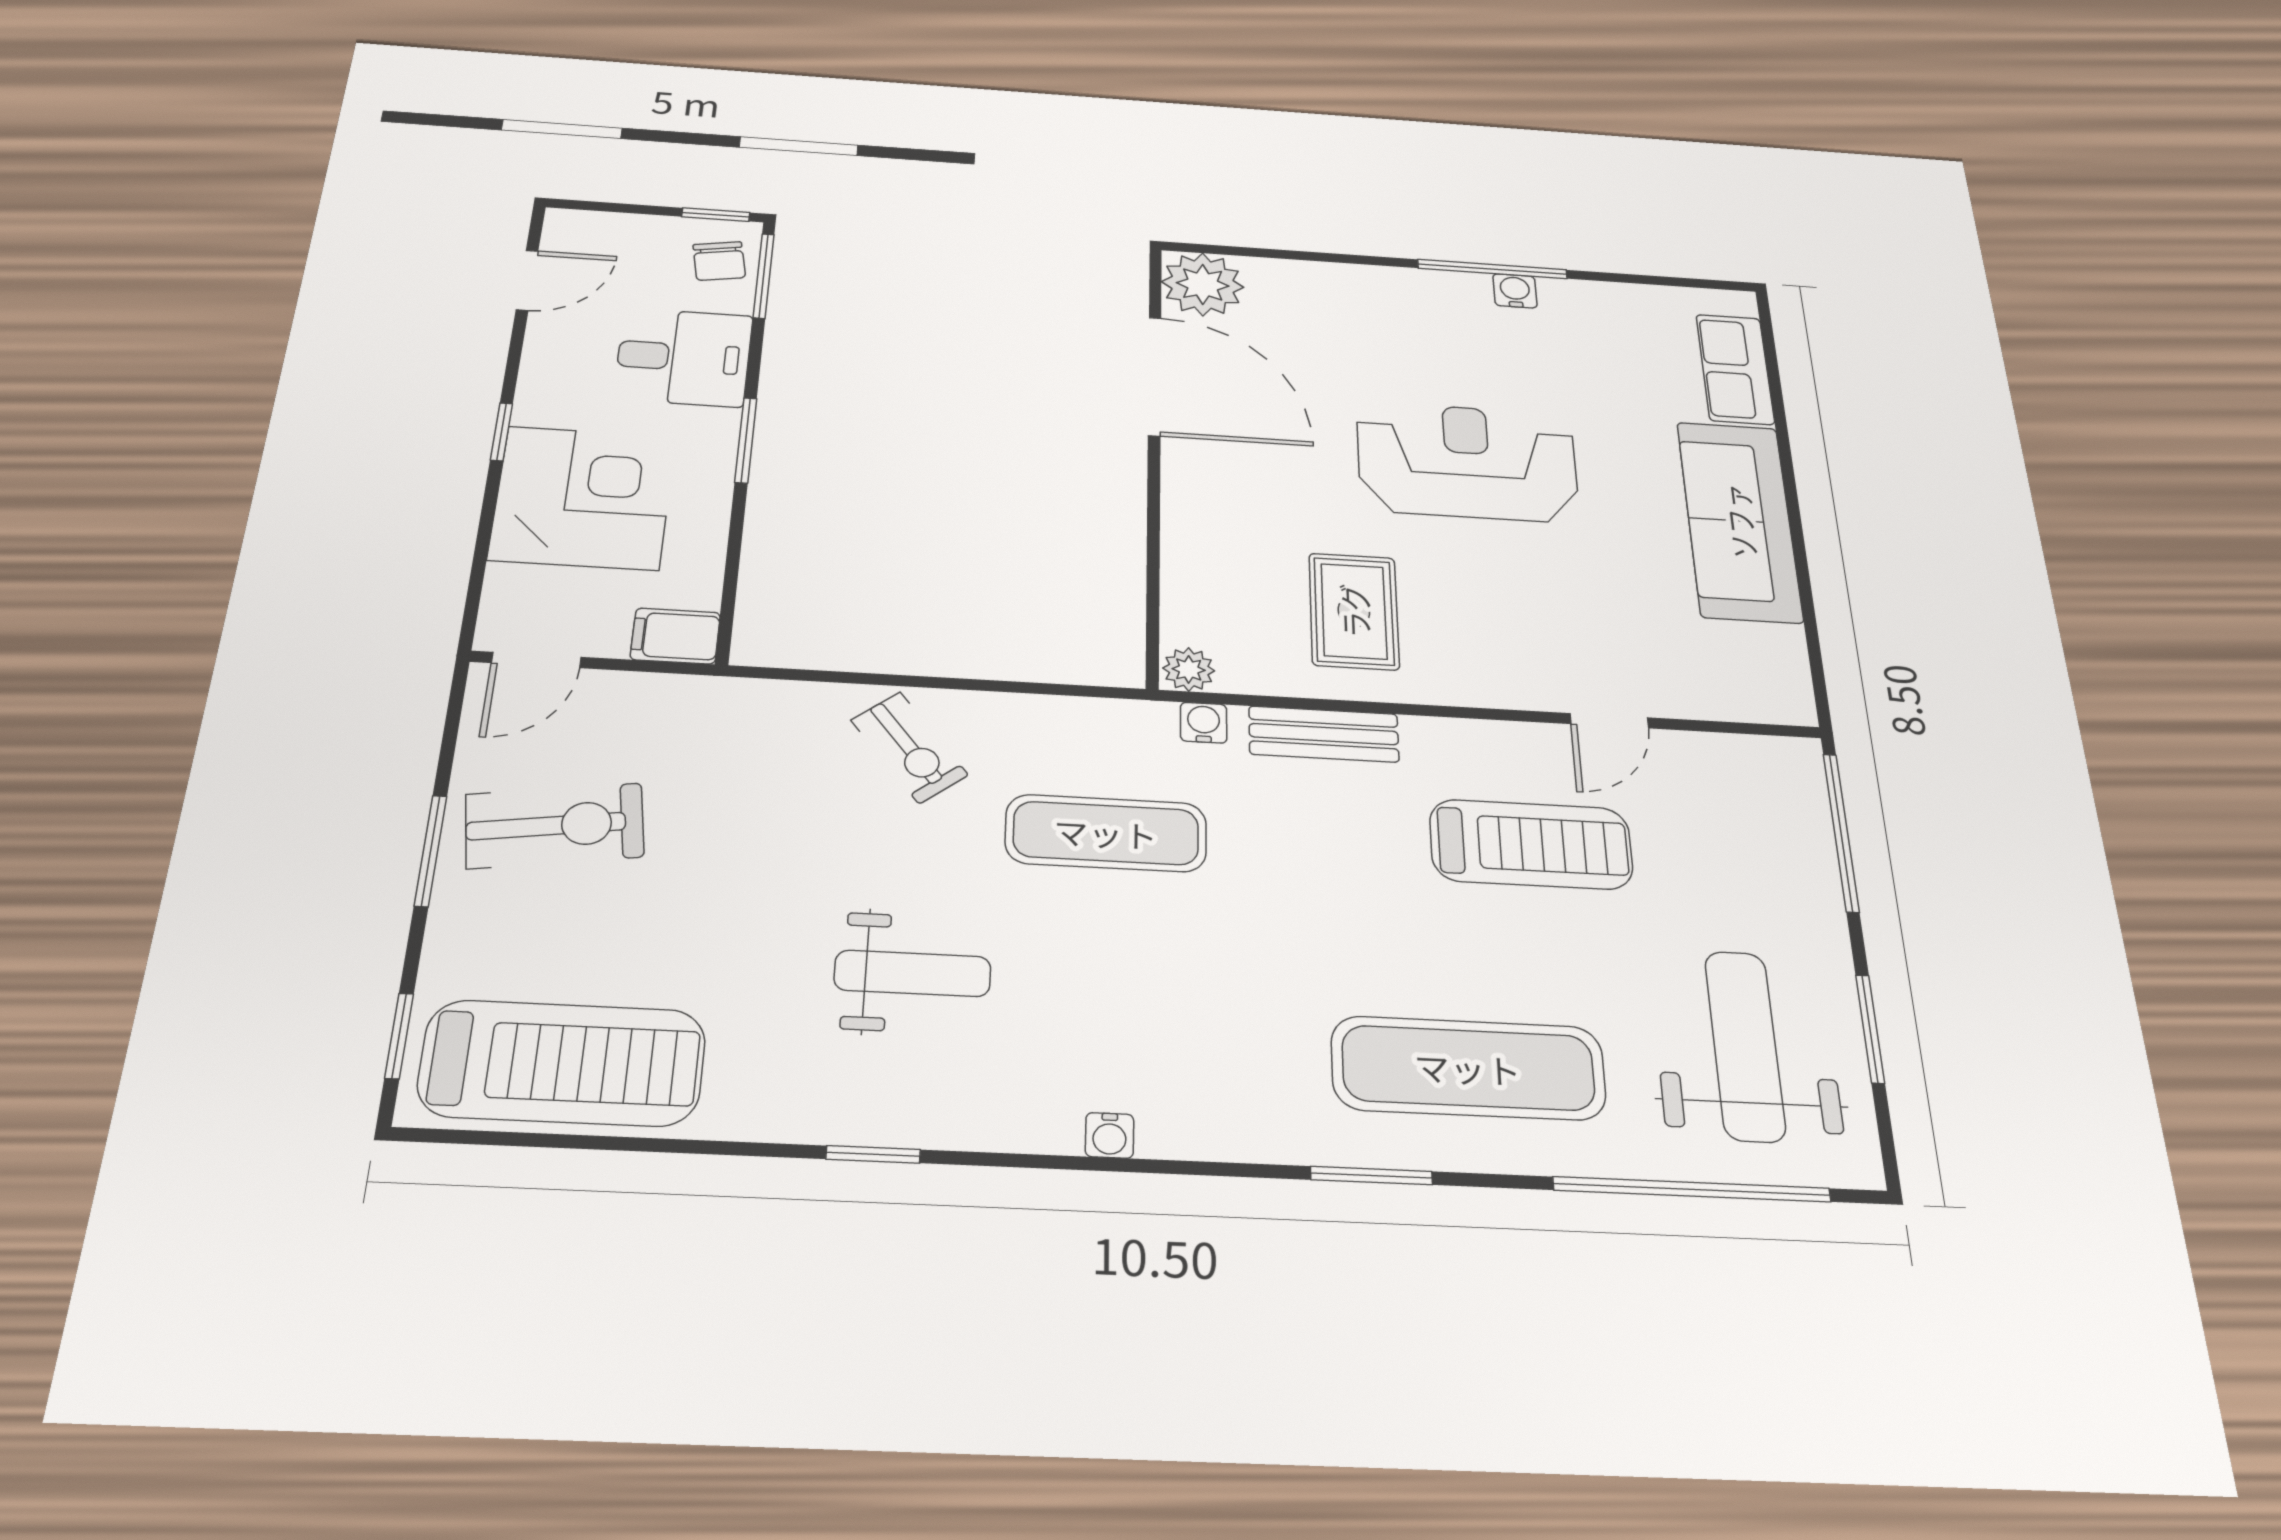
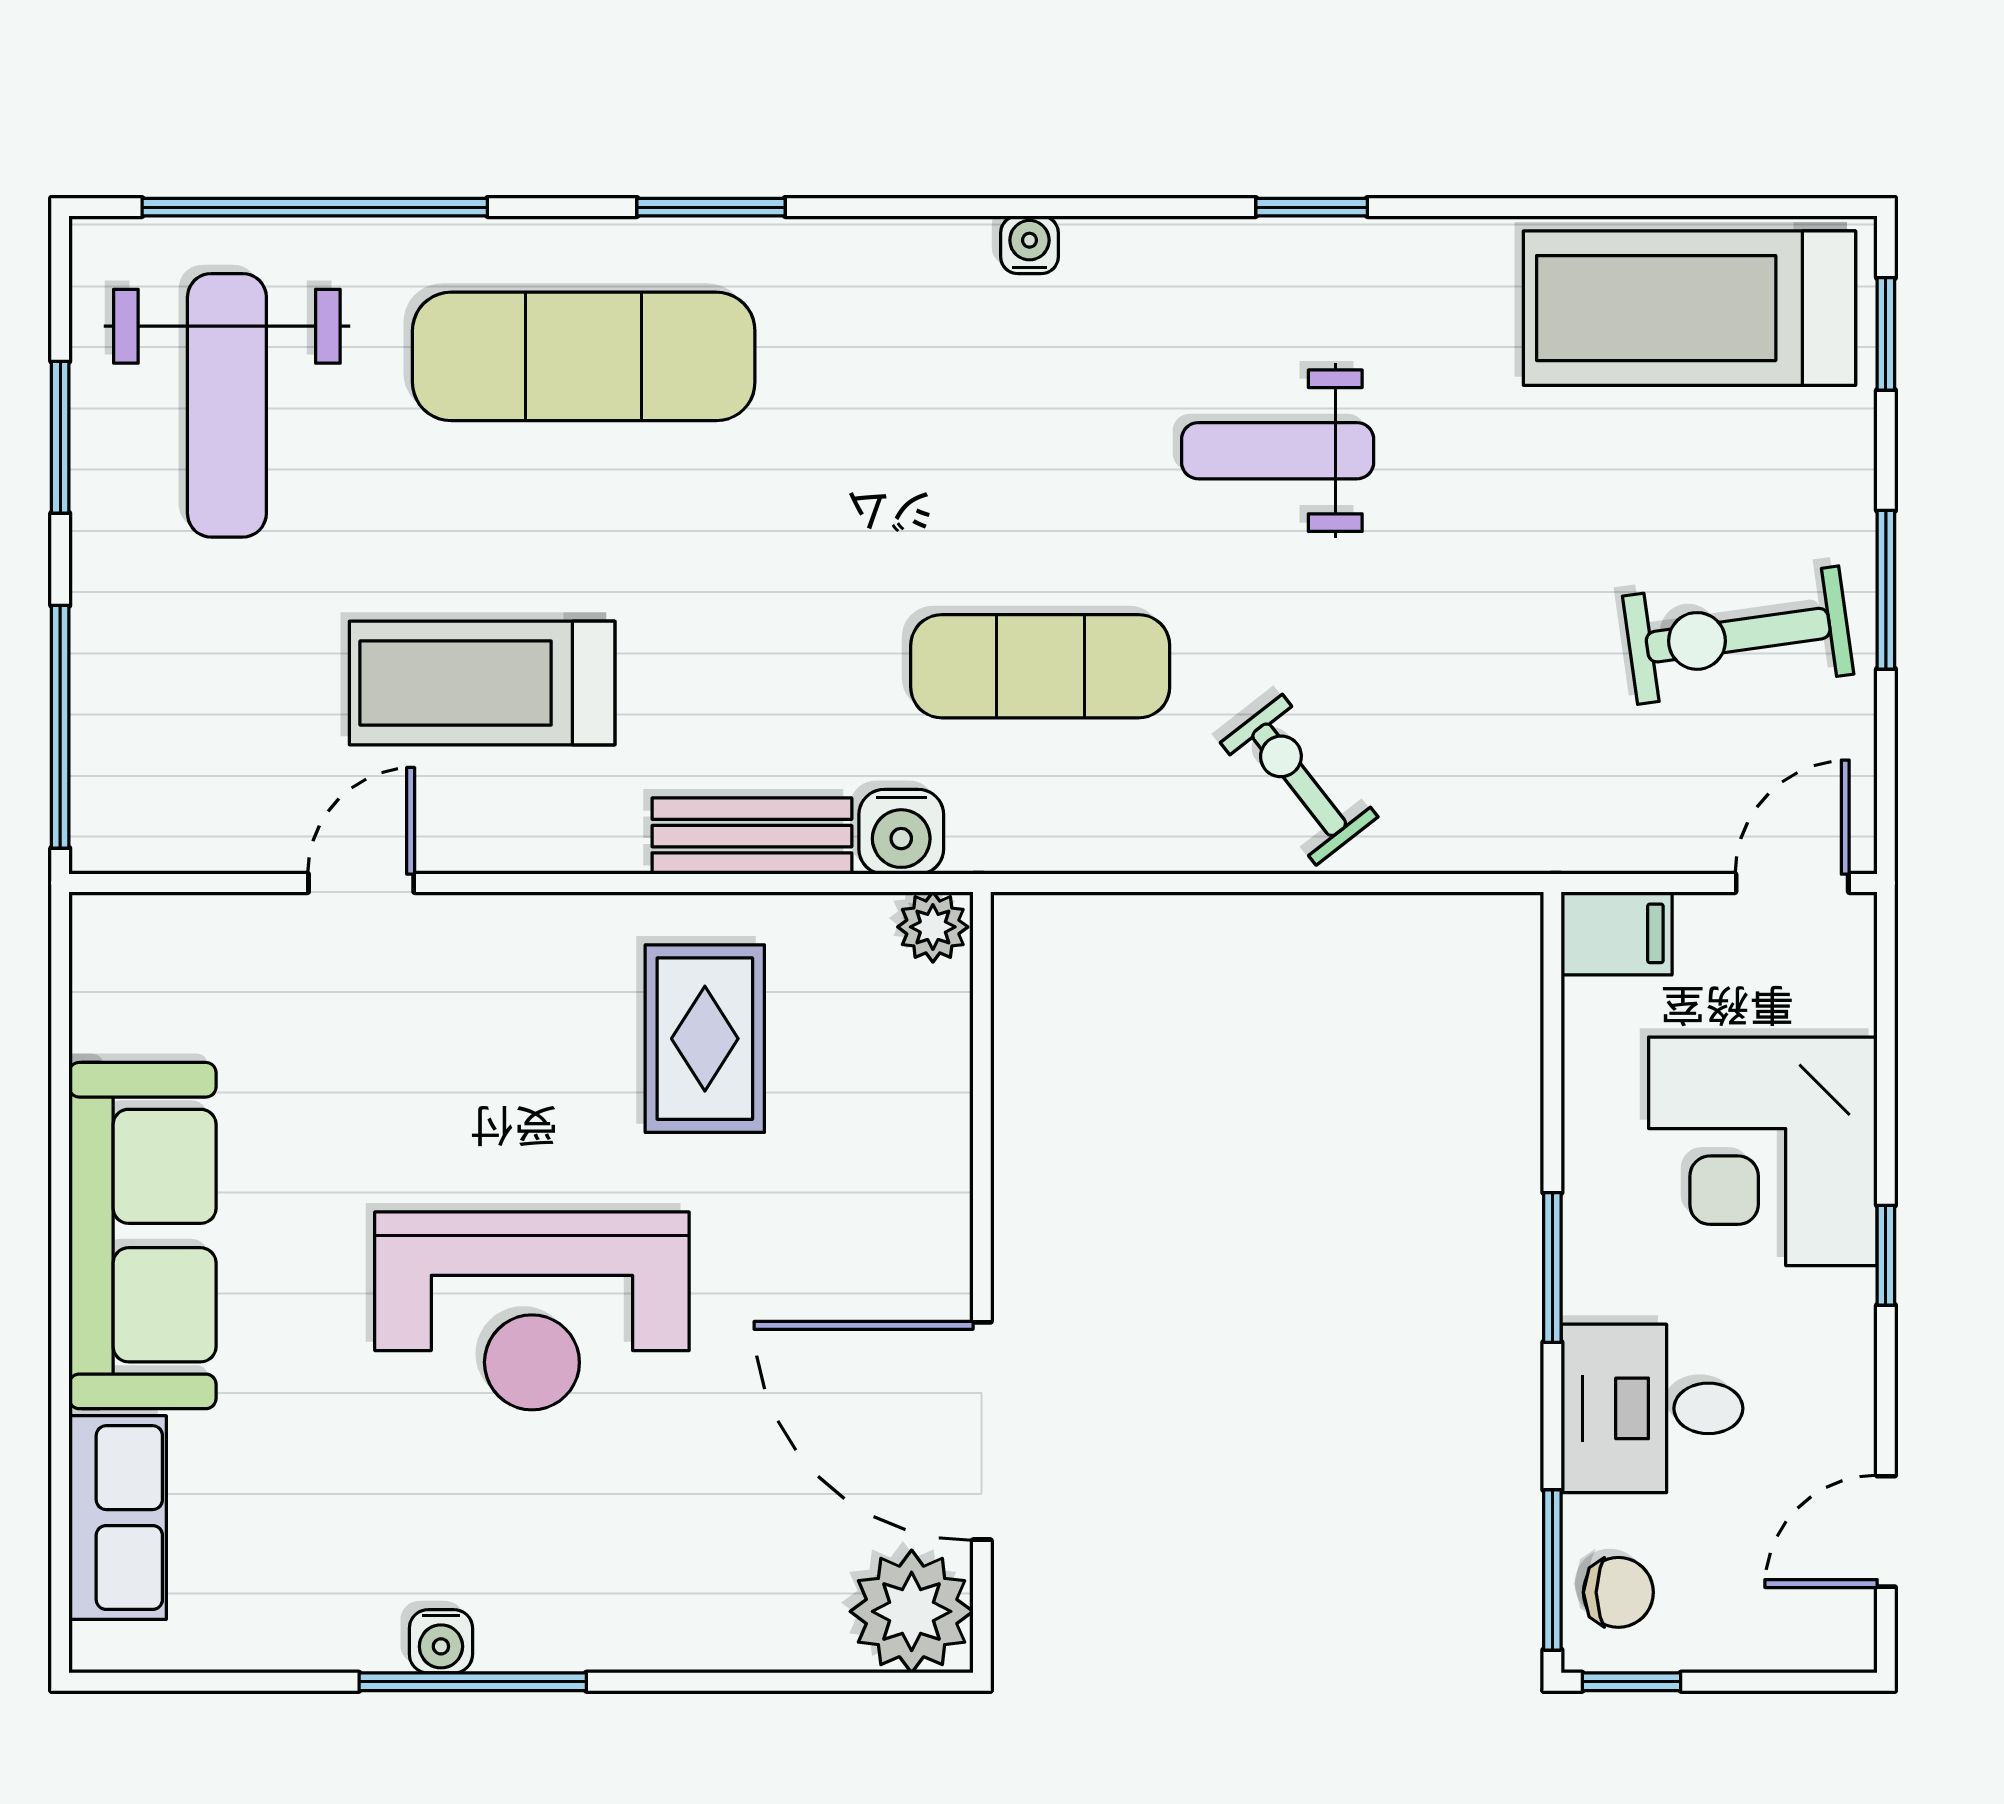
chair: (719, 261) -> (1618, 1592), turned 100
water cooler: (1204, 723) -> (901, 832), width x1.38, depth x1.38

